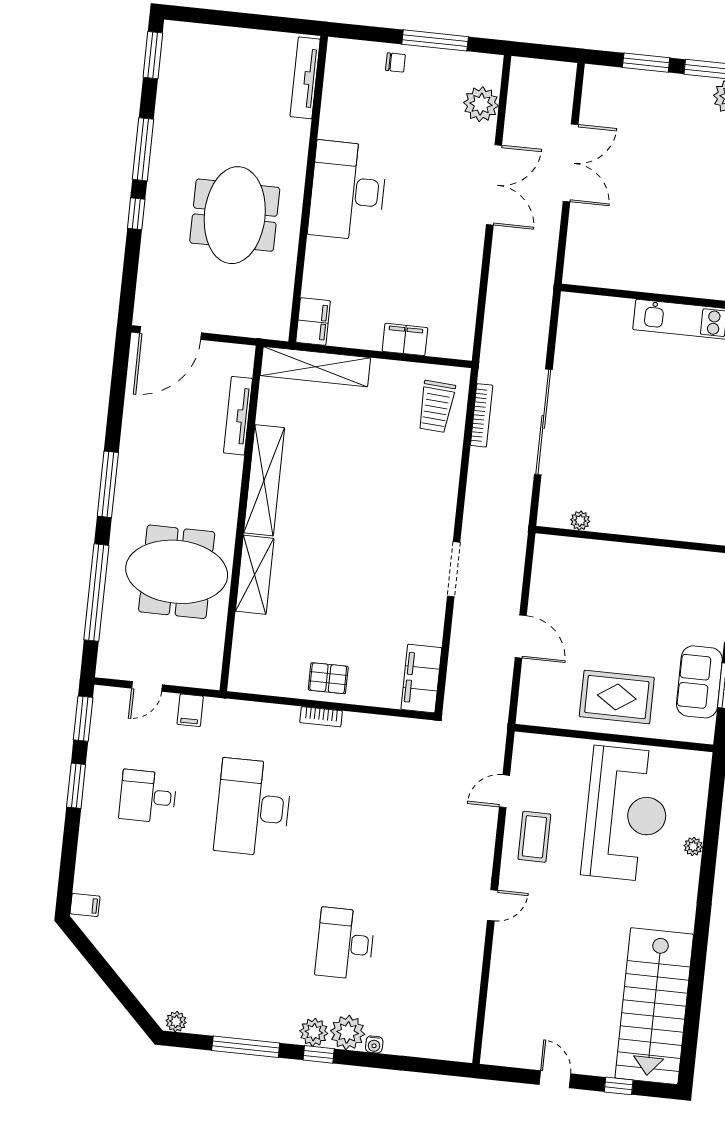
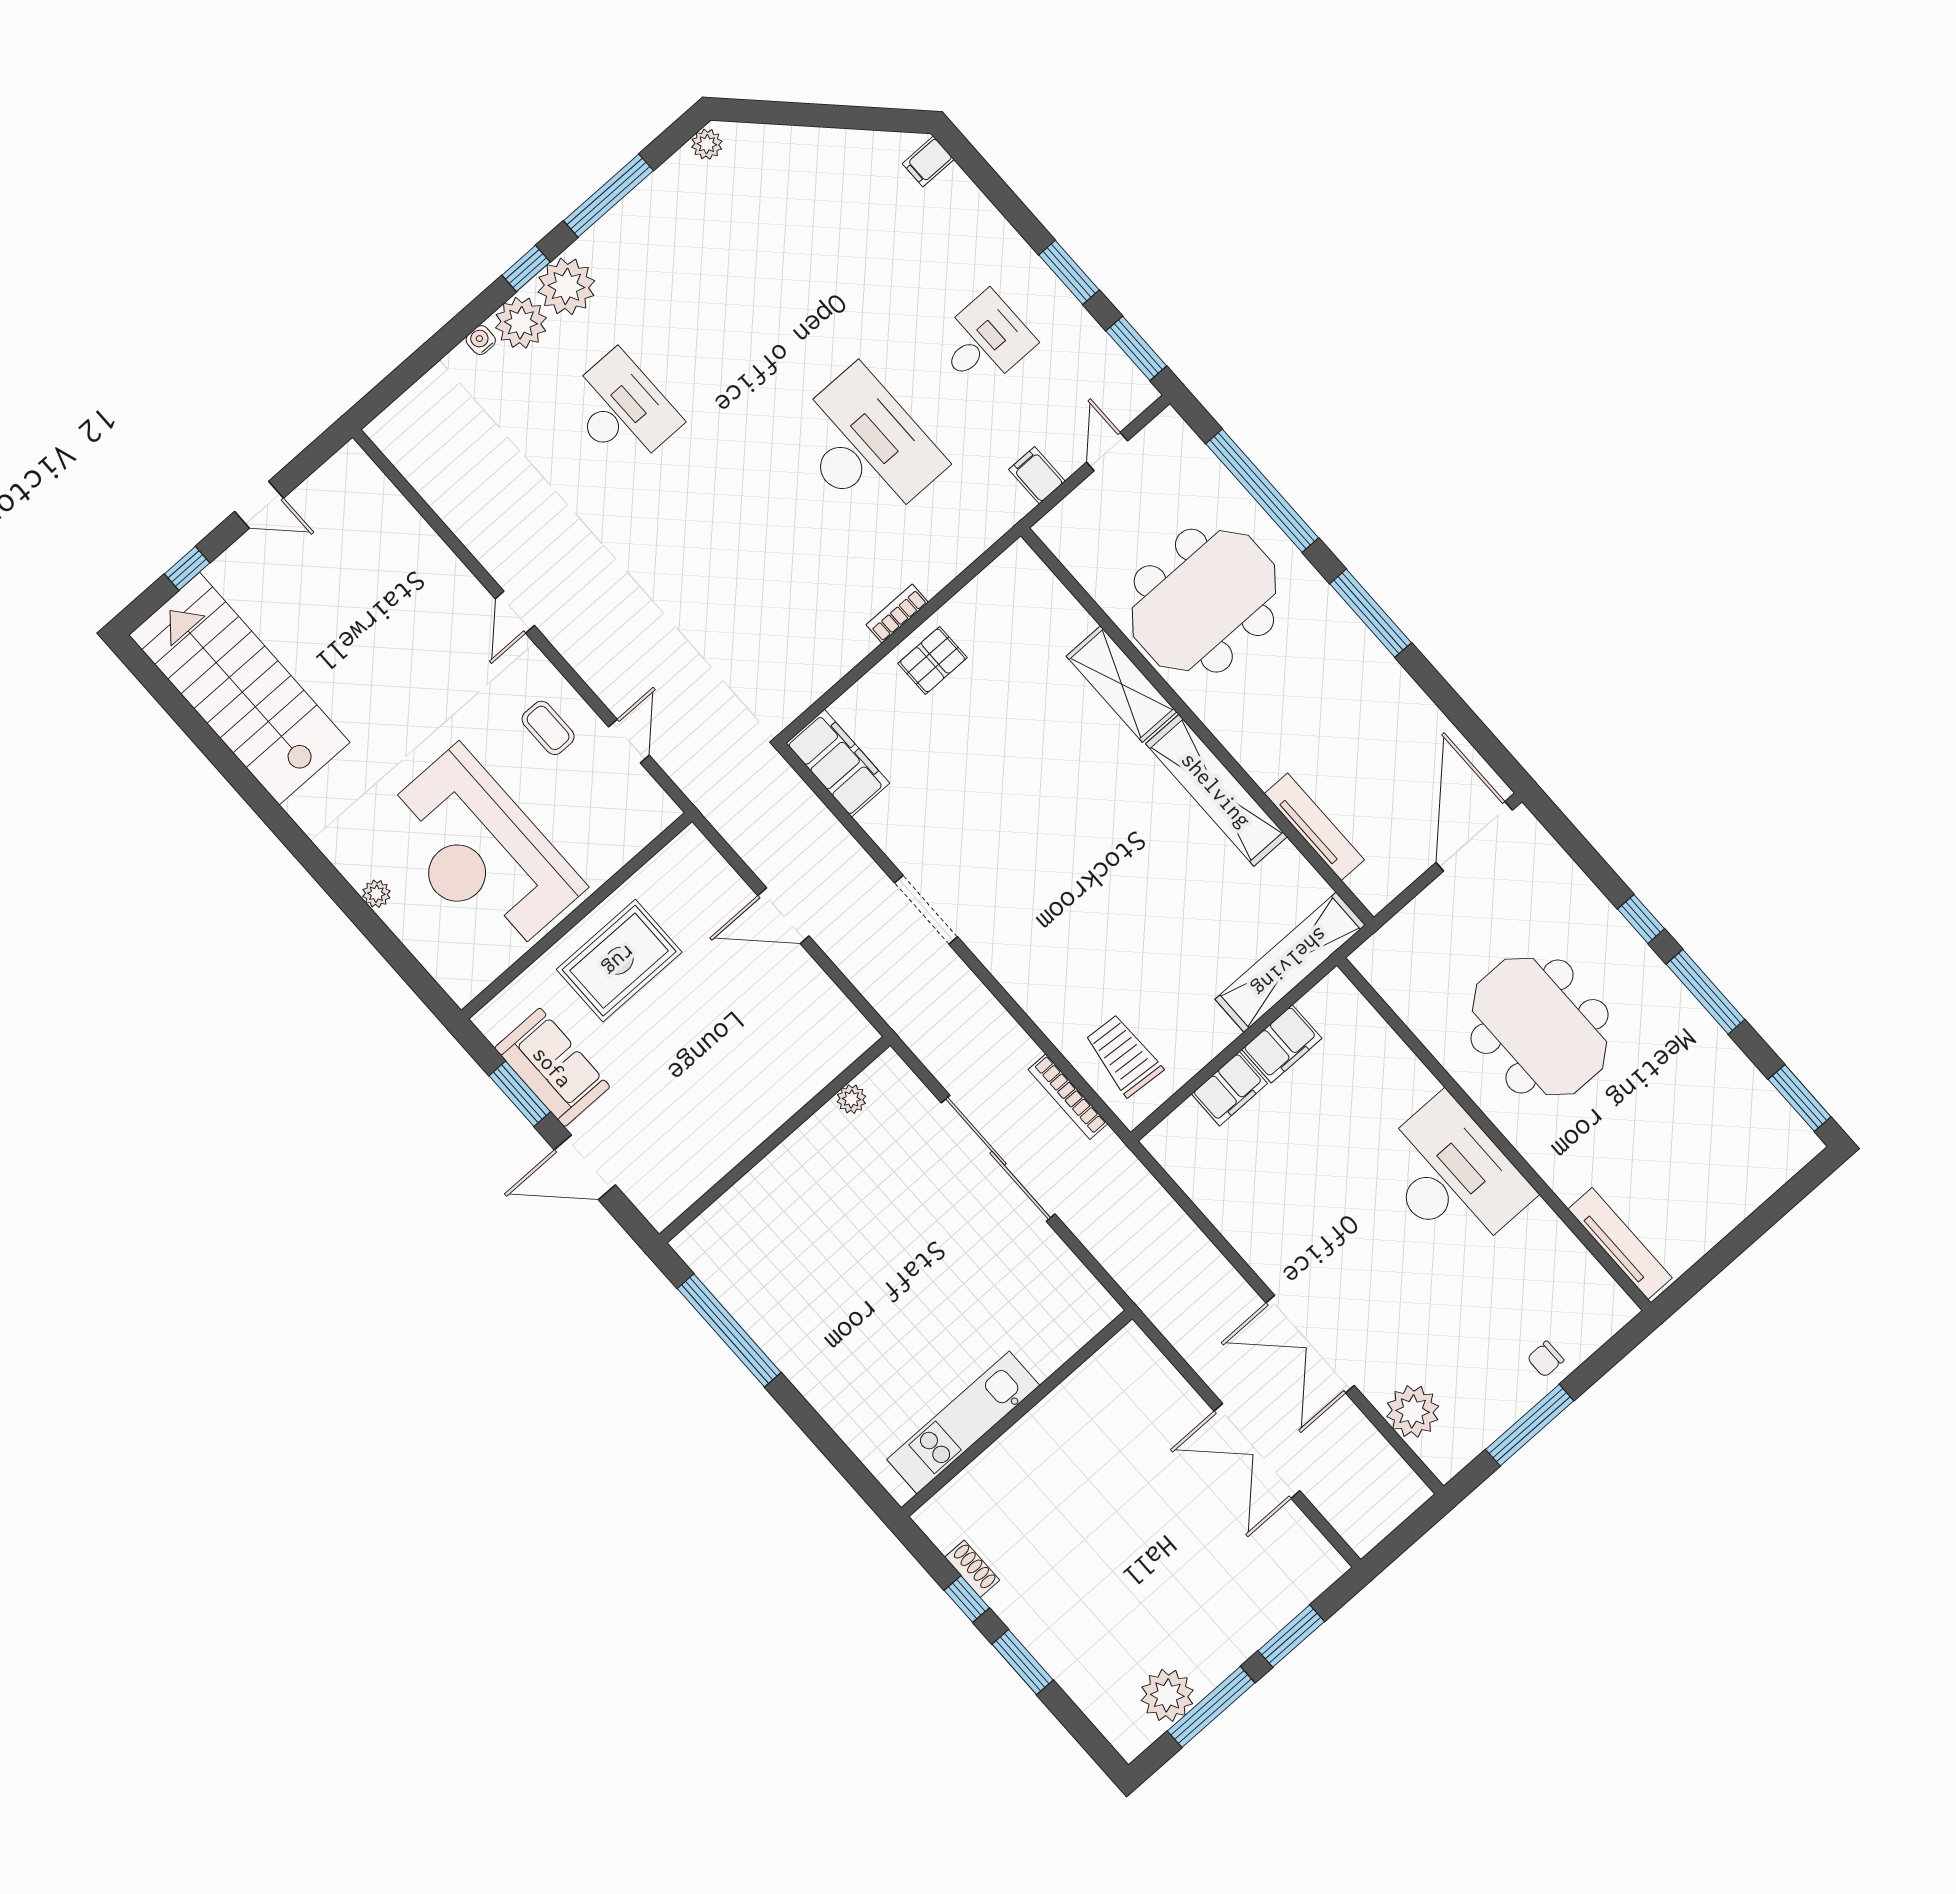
filing cabinet: (313, 322) -> (1282, 1044), moved, turned -90
coffee table: (534, 837) -> (548, 728), width x0.73, depth x0.77
plant: (314, 1032) -> (566, 286), width x1.36, depth x1.36

